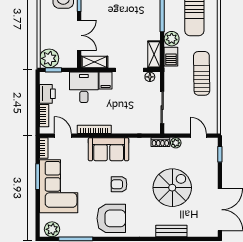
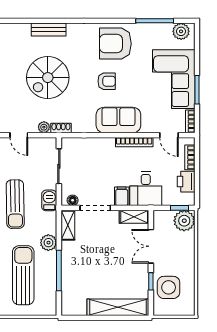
barbecue: (171, 57) -> (49, 200), moved

